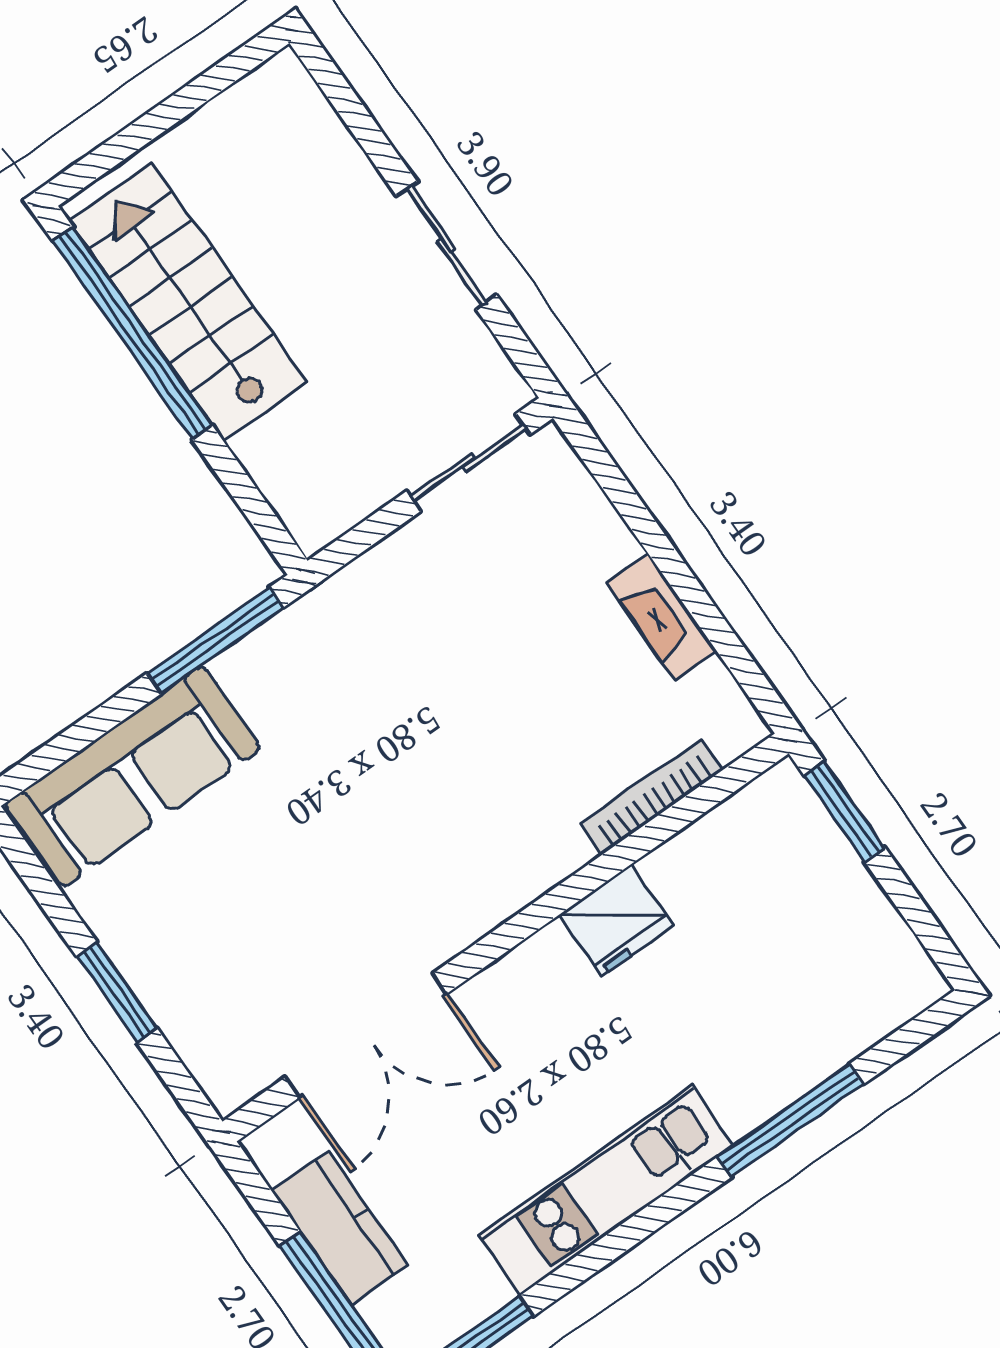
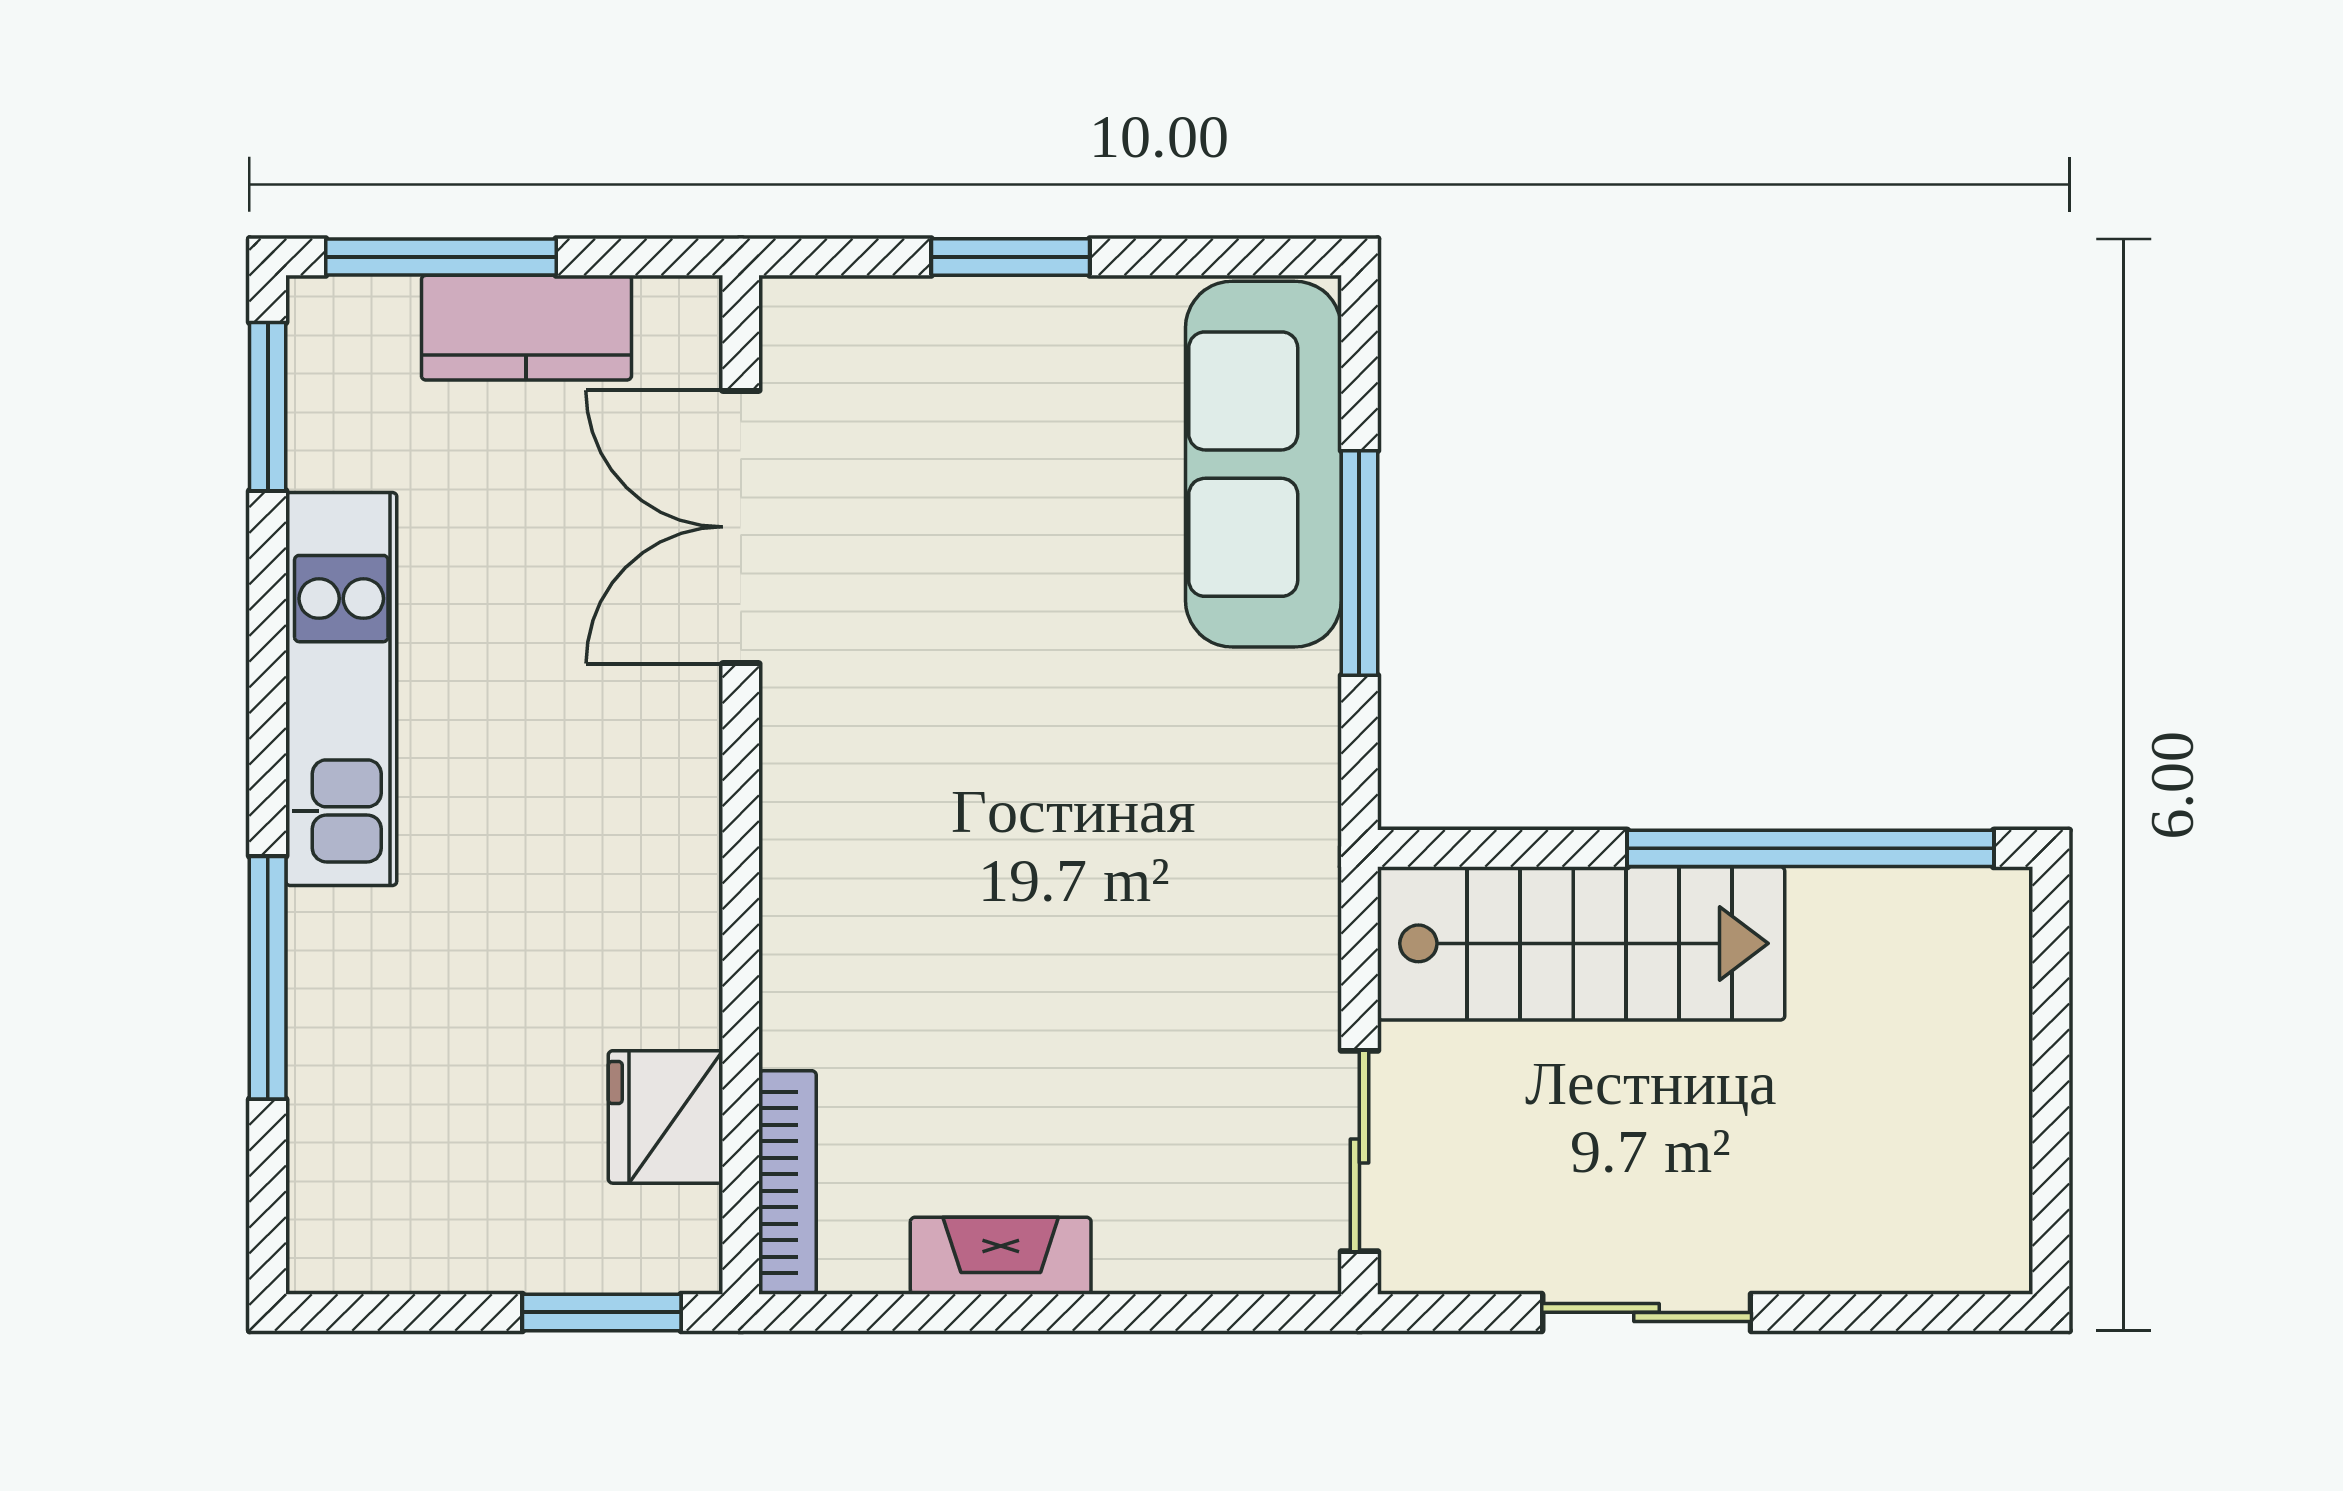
stairs: (187, 302) -> (1581, 943), moved
window: (215, 641) -> (1359, 563), moved
bookcase: (652, 797) -> (788, 1182), moved
fridge: (616, 921) -> (665, 1117), moved

